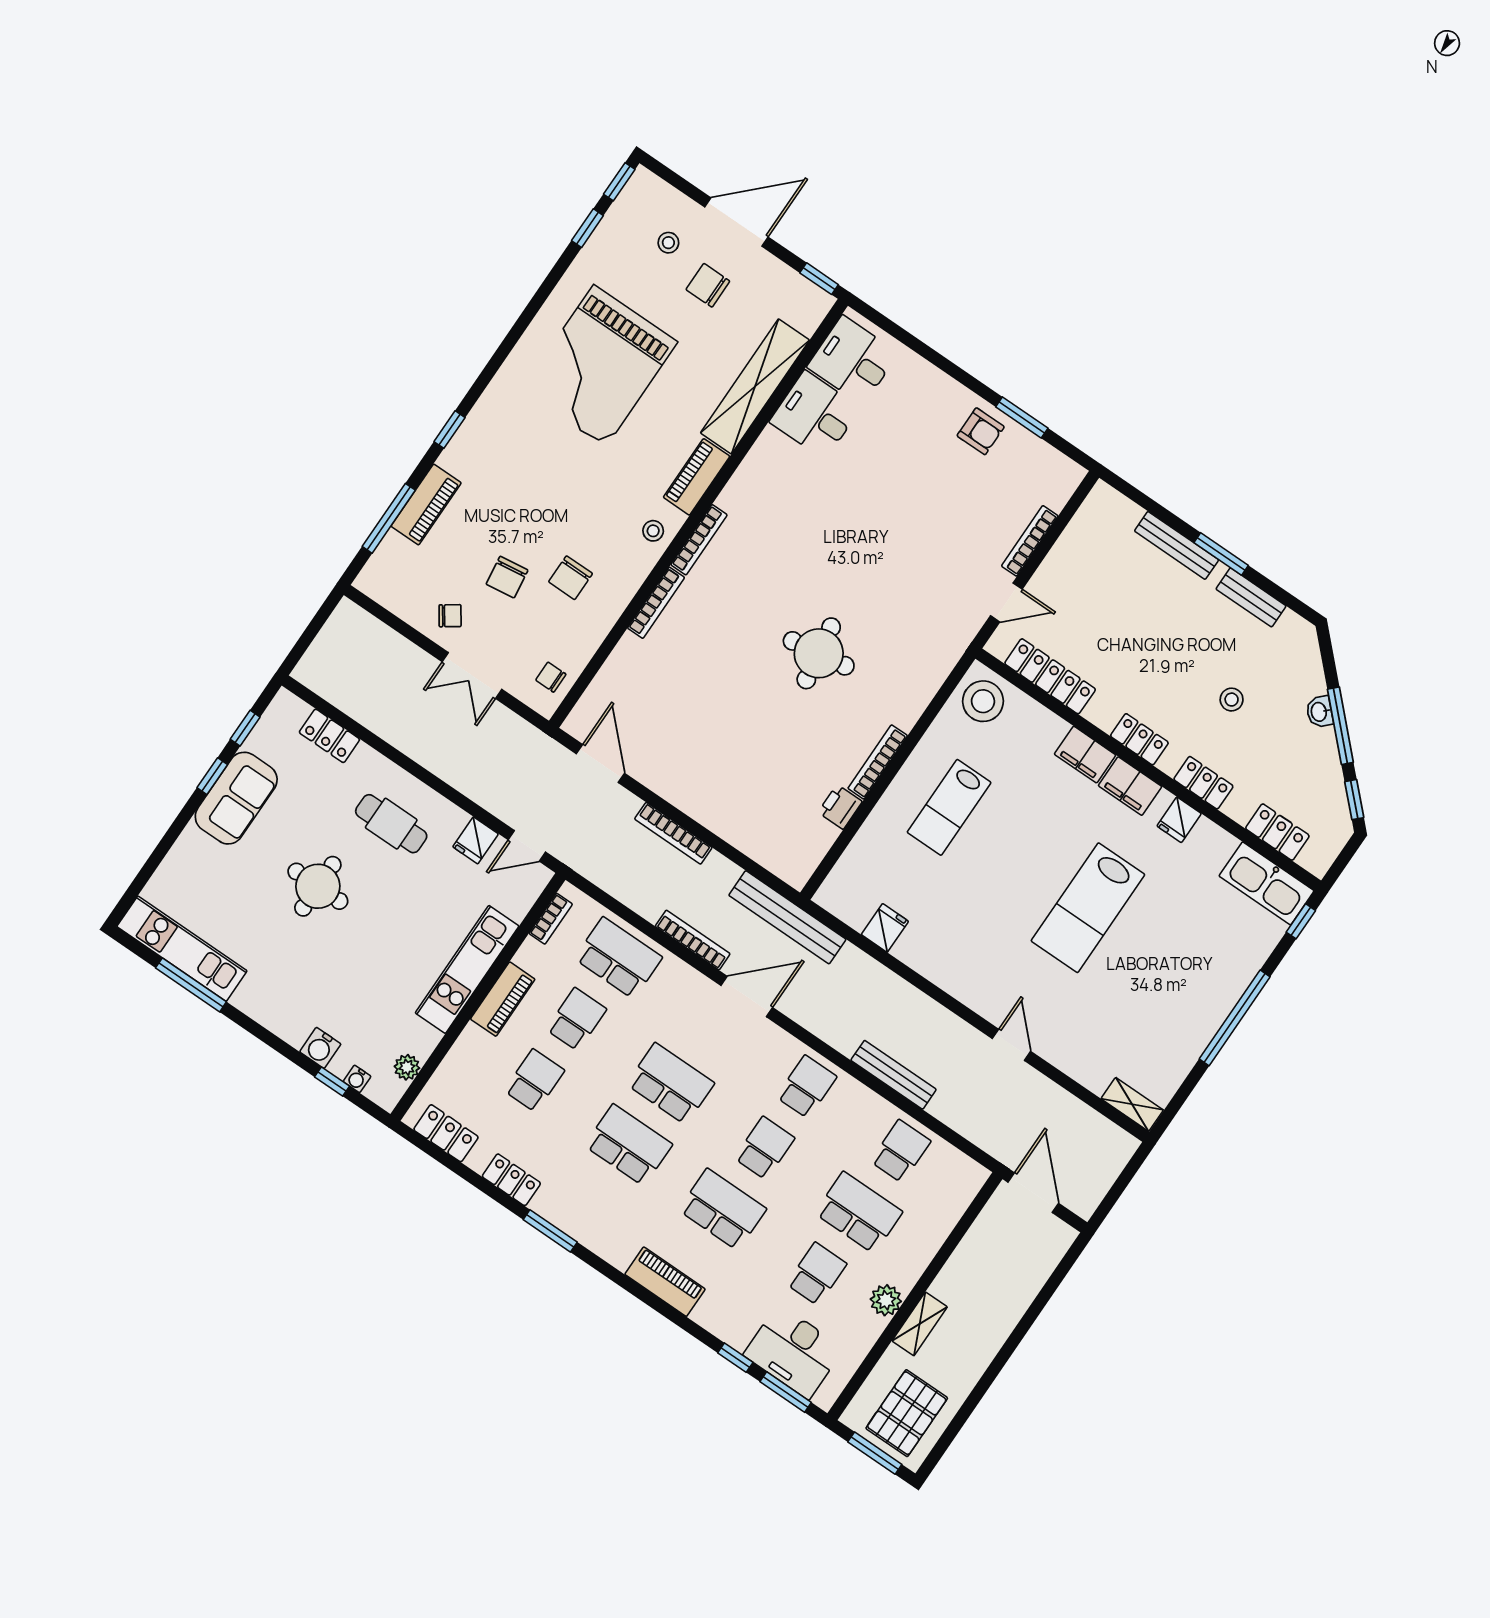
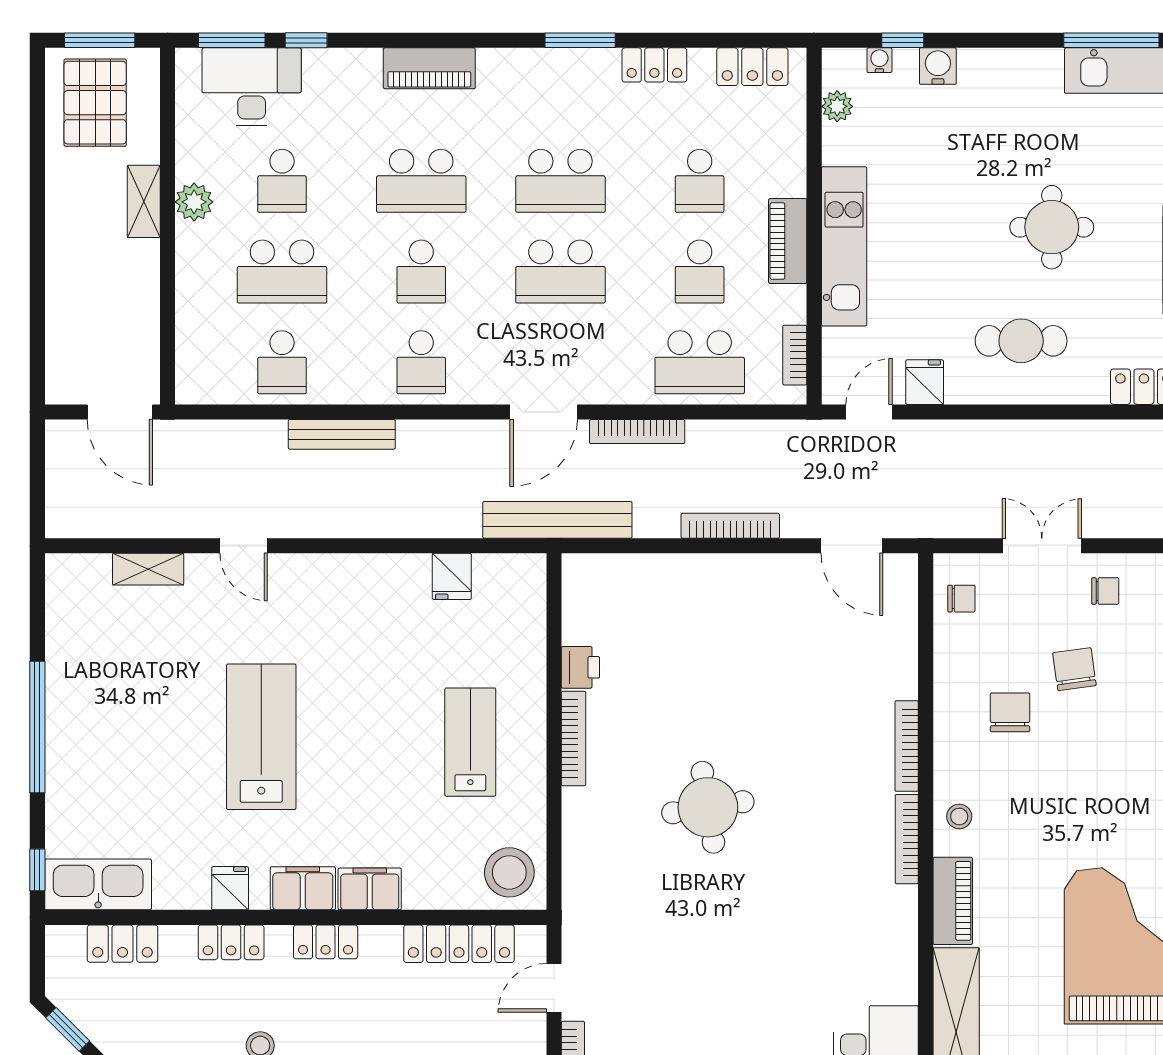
chair: (450, 616) -> (1105, 591), turned -145
shelving: (1132, 1104) -> (148, 569), moved

